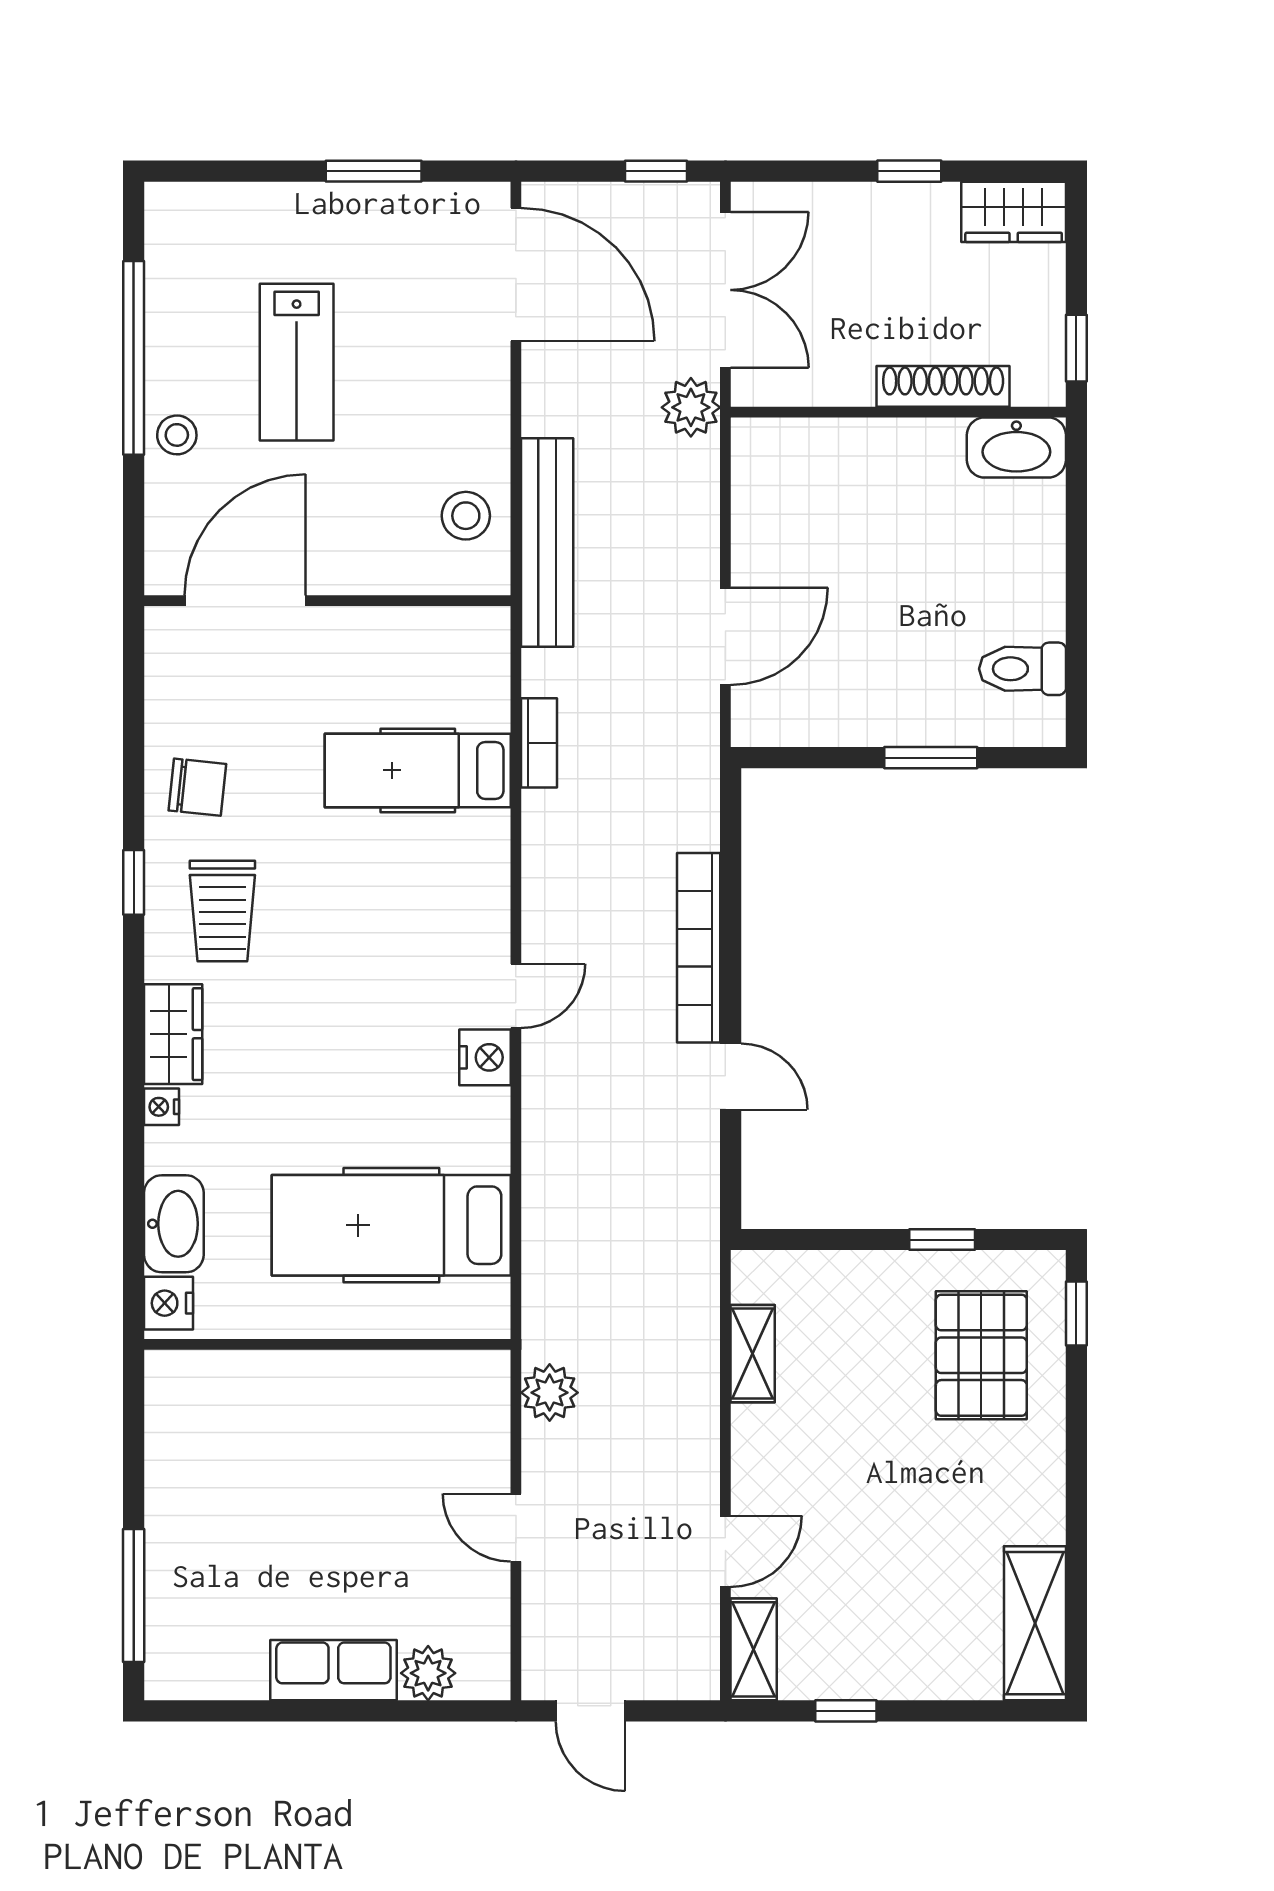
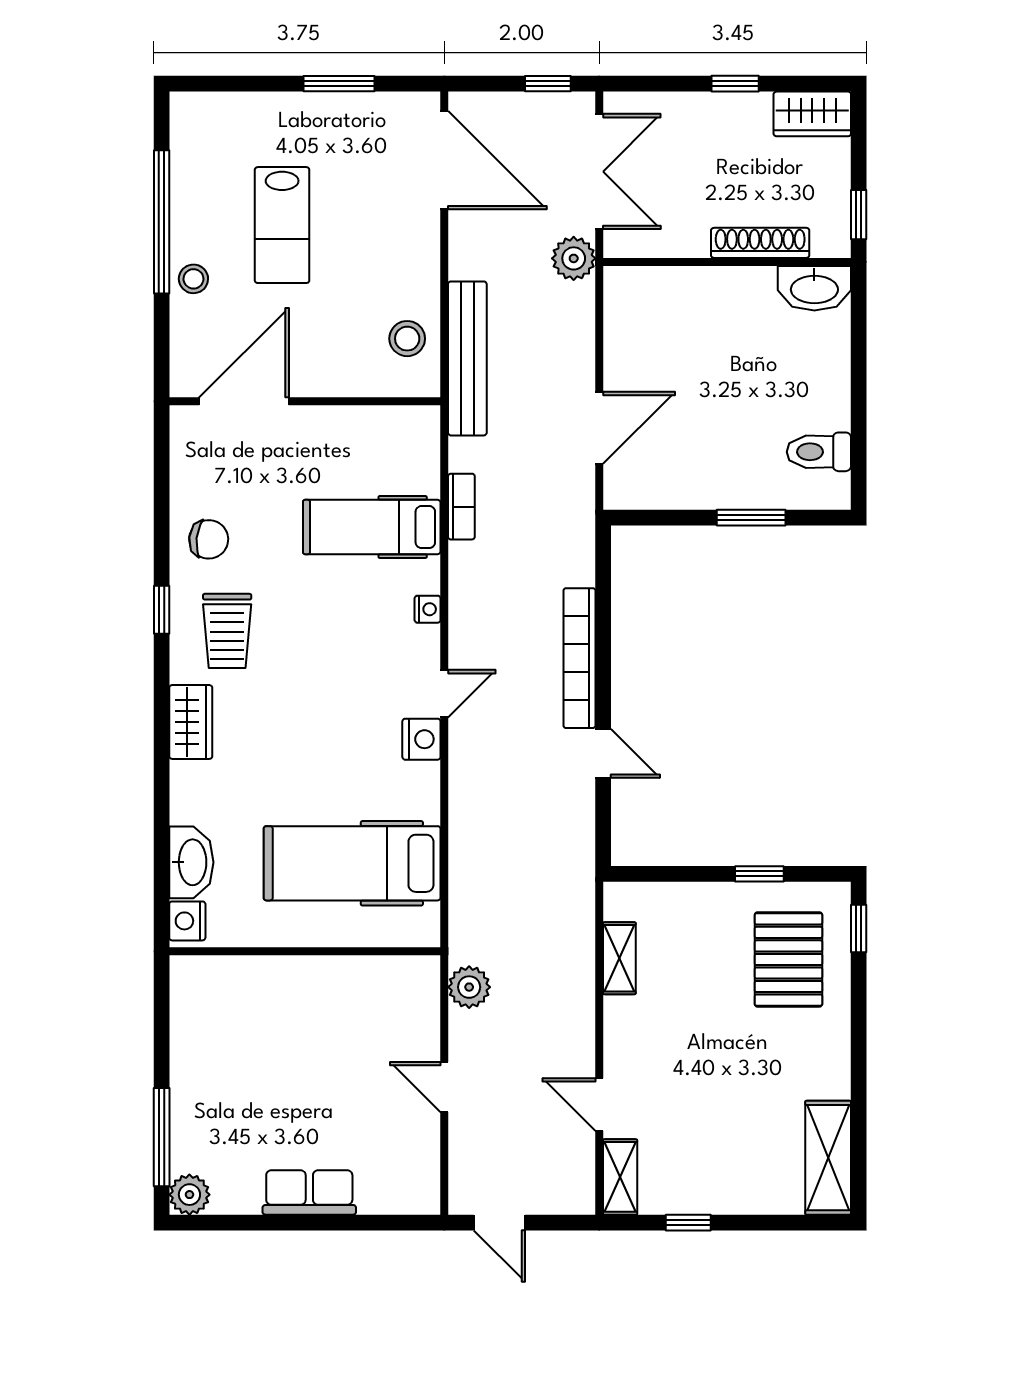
nightstand: (162, 1107) -> (428, 609), moved, turned 180
door: (725, 1551) -> (599, 1104), swing flipped
plant: (428, 1673) -> (189, 1195), moved

